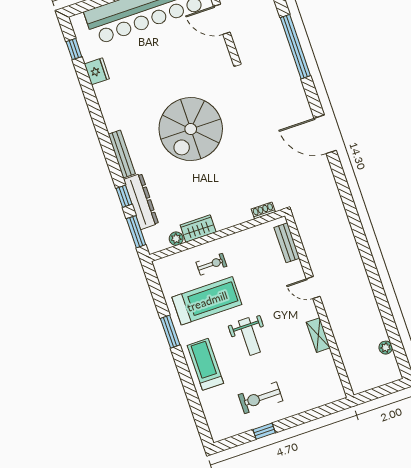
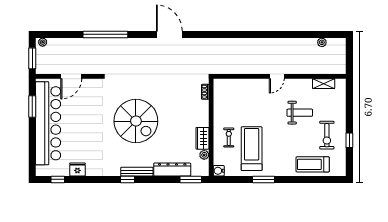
door: (325, 134) -> (169, 34), swing flipped
window: (124, 196) -> (128, 179), moved
bench: (287, 243) -> (232, 84), removed
water cooler: (161, 266) -> (219, 171), added
door: (313, 288) -> (277, 76), moved
shelving: (318, 335) -> (324, 84), moved
weight bench: (249, 337) -> (300, 113), moved
treadmill: (205, 364) -> (313, 164), moved

